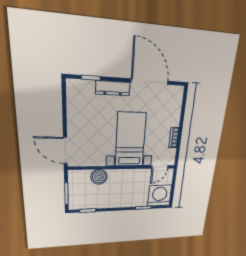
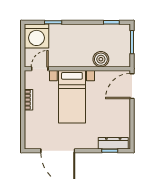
dresser: (113, 88) -> (113, 143), moved
door: (65, 150) -> (132, 86), swing flipped

